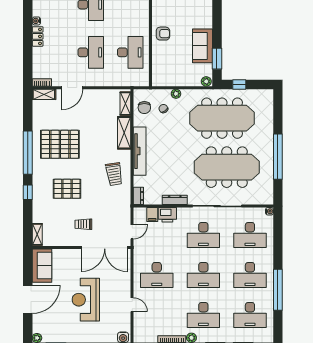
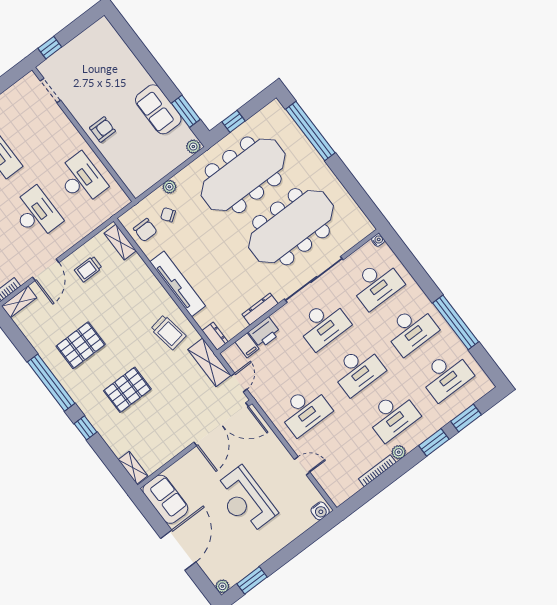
shelving: (124, 133) -> (209, 362), moved
pallet: (60, 144) -> (81, 345), width x0.73, depth x0.71
window: (278, 157) -> (310, 131), moved
trolley: (83, 224) -> (88, 269), moved

